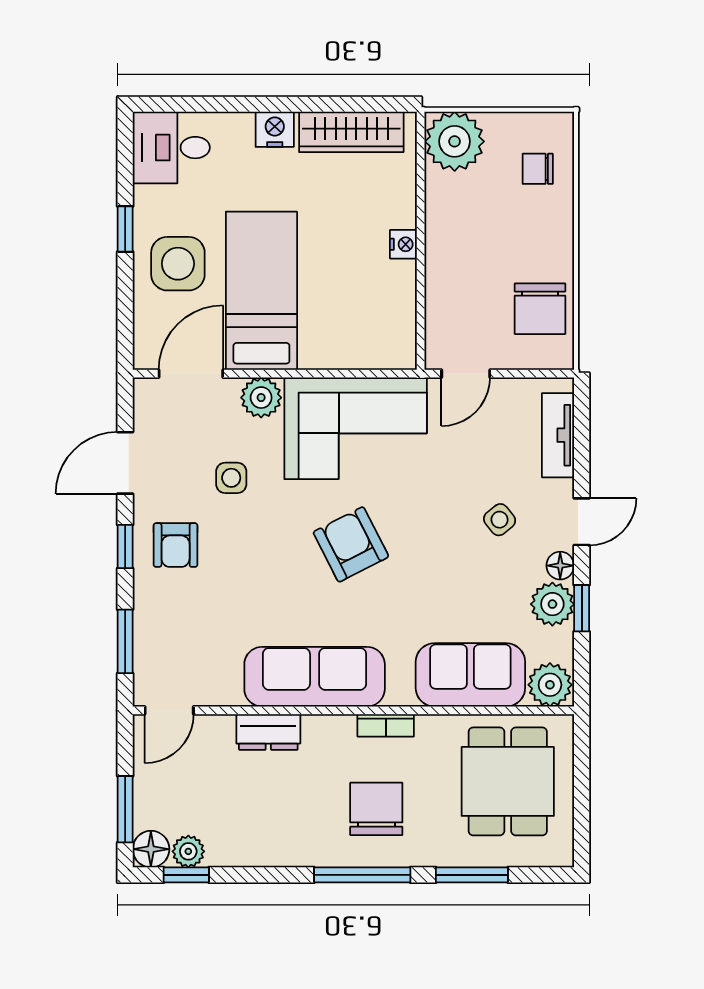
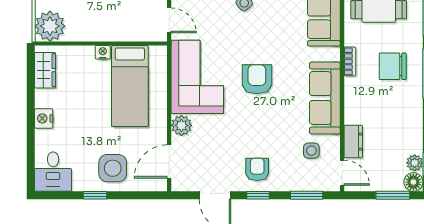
wardrobe: (351, 132) -> (45, 70), width x0.67
bed: (261, 291) -> (130, 86), moved, turned -90
door: (191, 374) -> (169, 161), hinge flipped
side table: (231, 478) -> (311, 151), moved
armchair: (351, 544) -> (257, 79), turned 117
armchair: (176, 545) -> (257, 169), turned -90
dresser: (268, 732) -> (353, 142), moved

